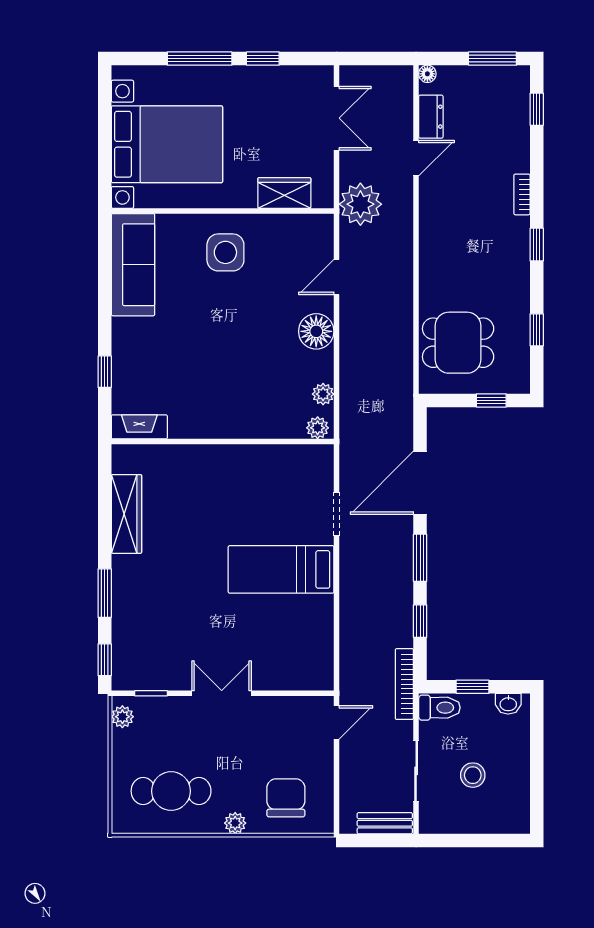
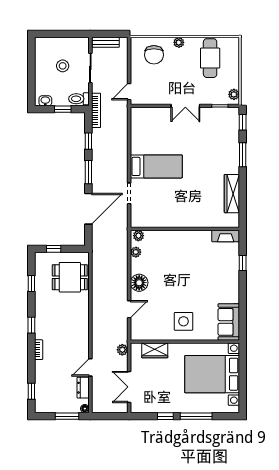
window: (492, 59) -> (67, 416), moved
plant: (360, 204) -> (122, 350), width x0.53, depth x0.53
sofa: (133, 265) -> (229, 322), width x0.73
cafe table: (171, 791) -> (210, 58), turned 90

